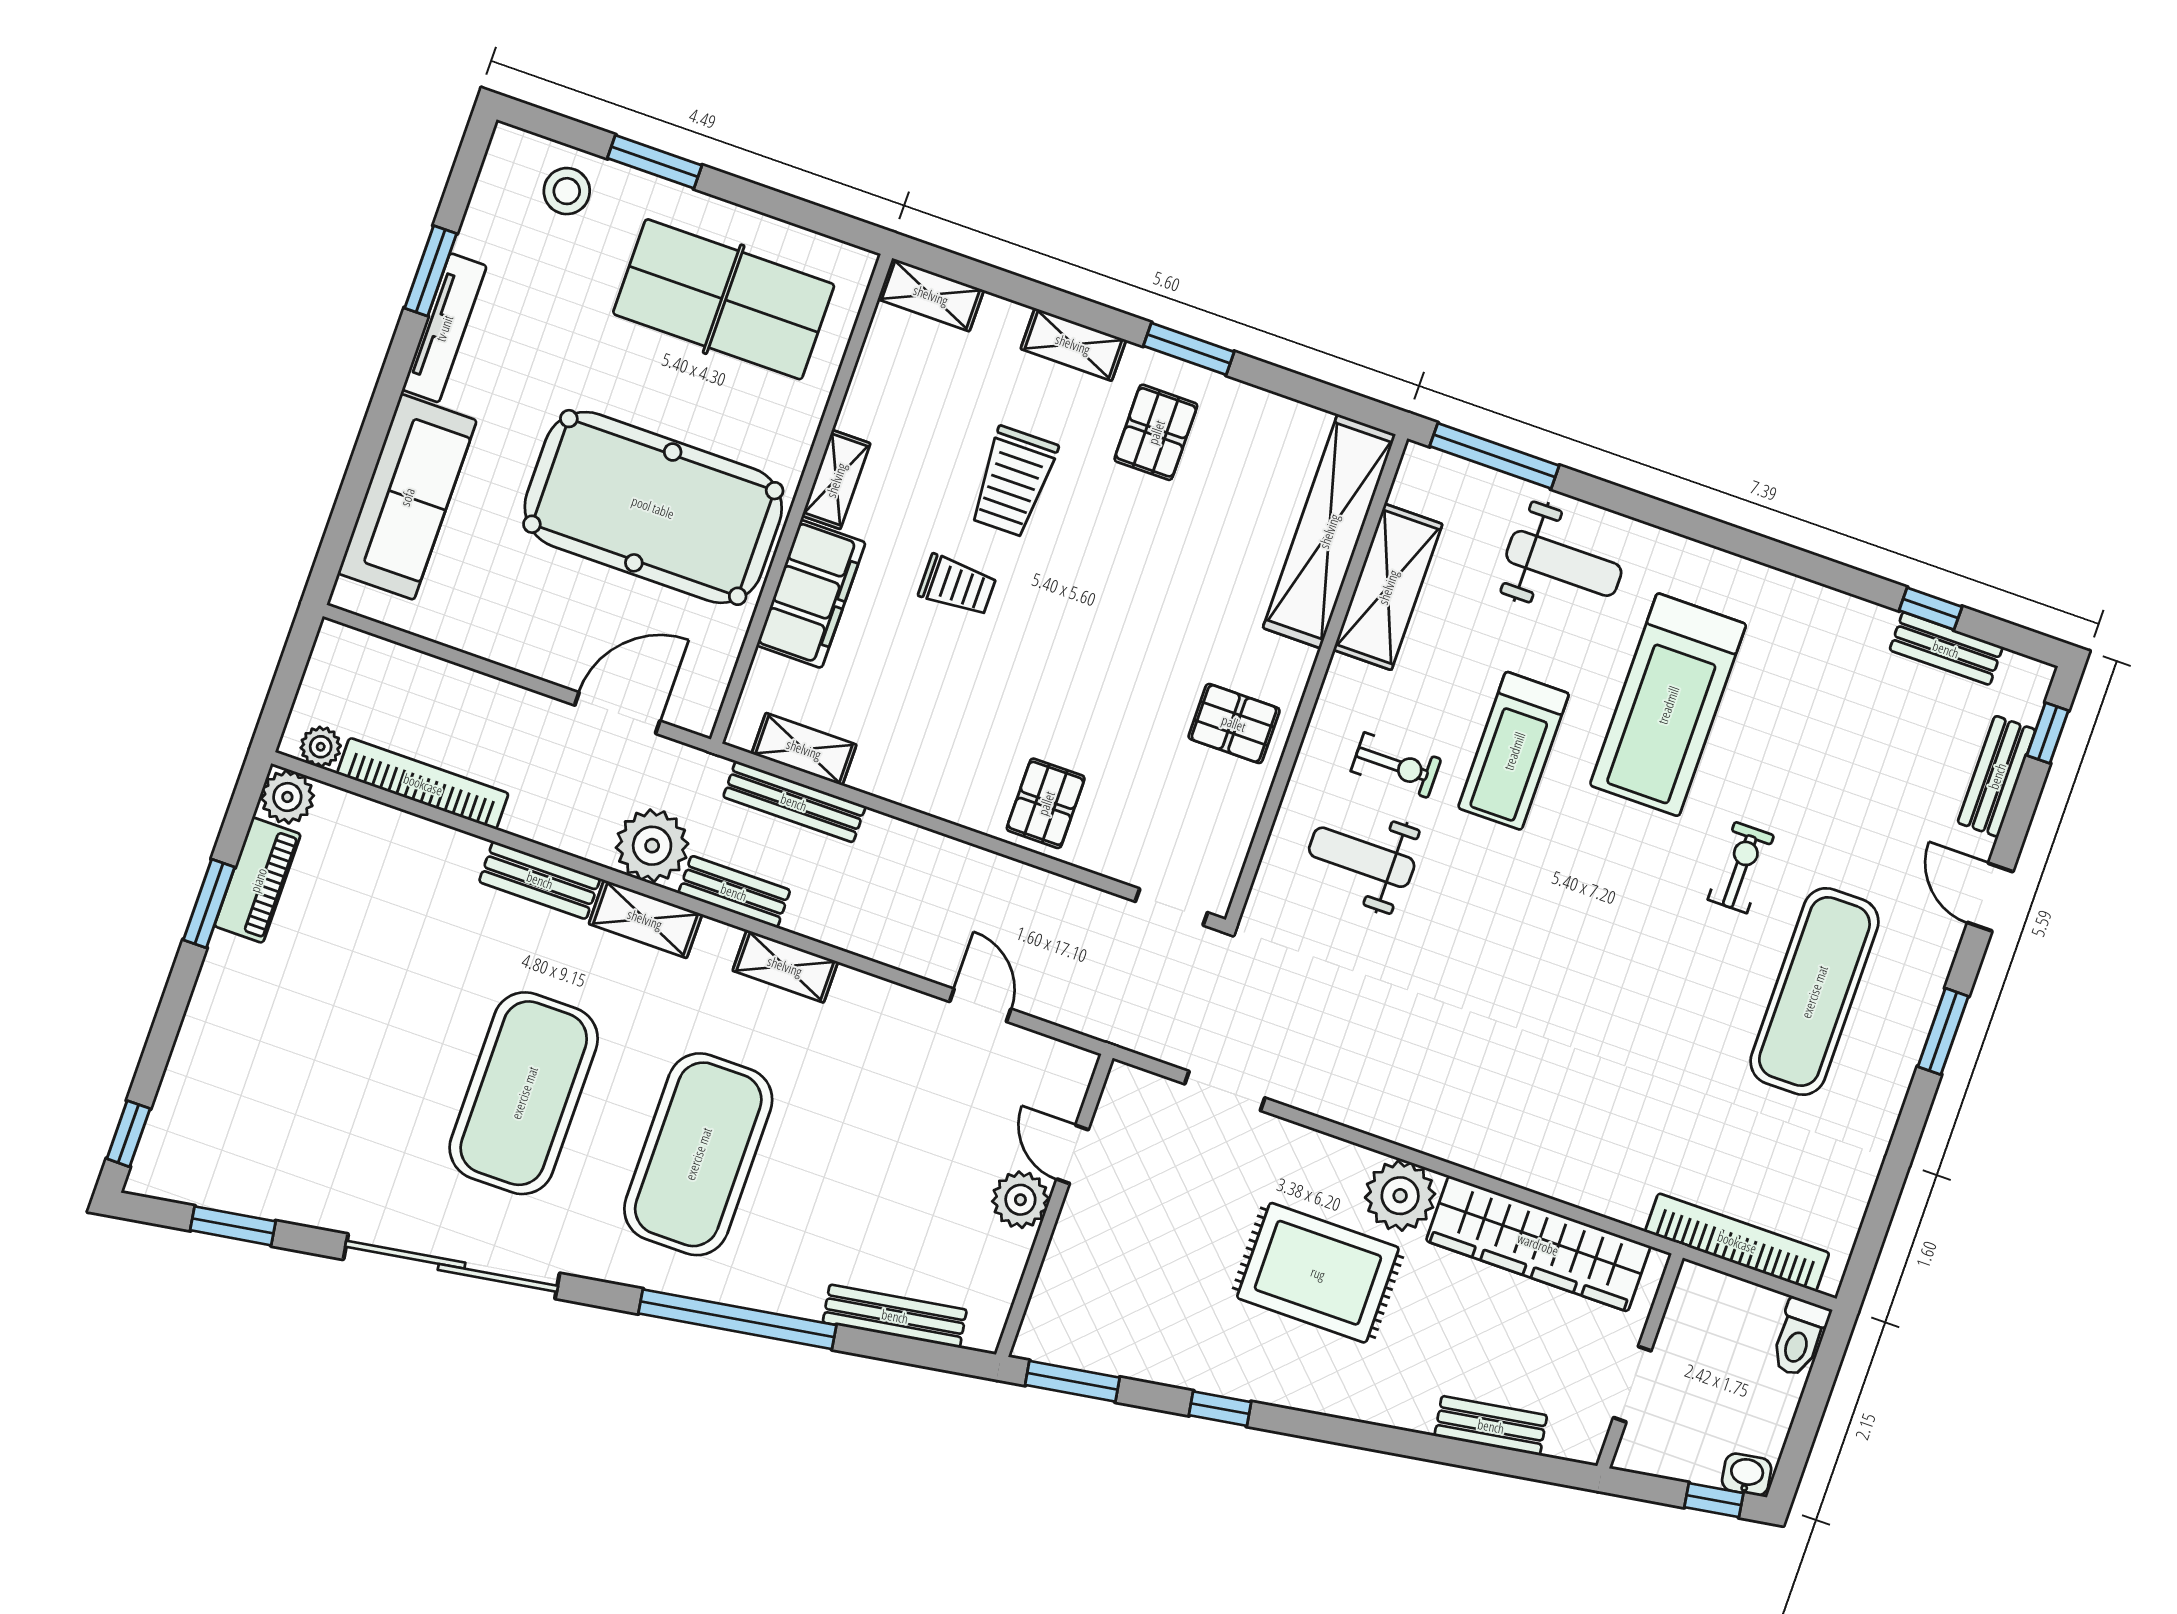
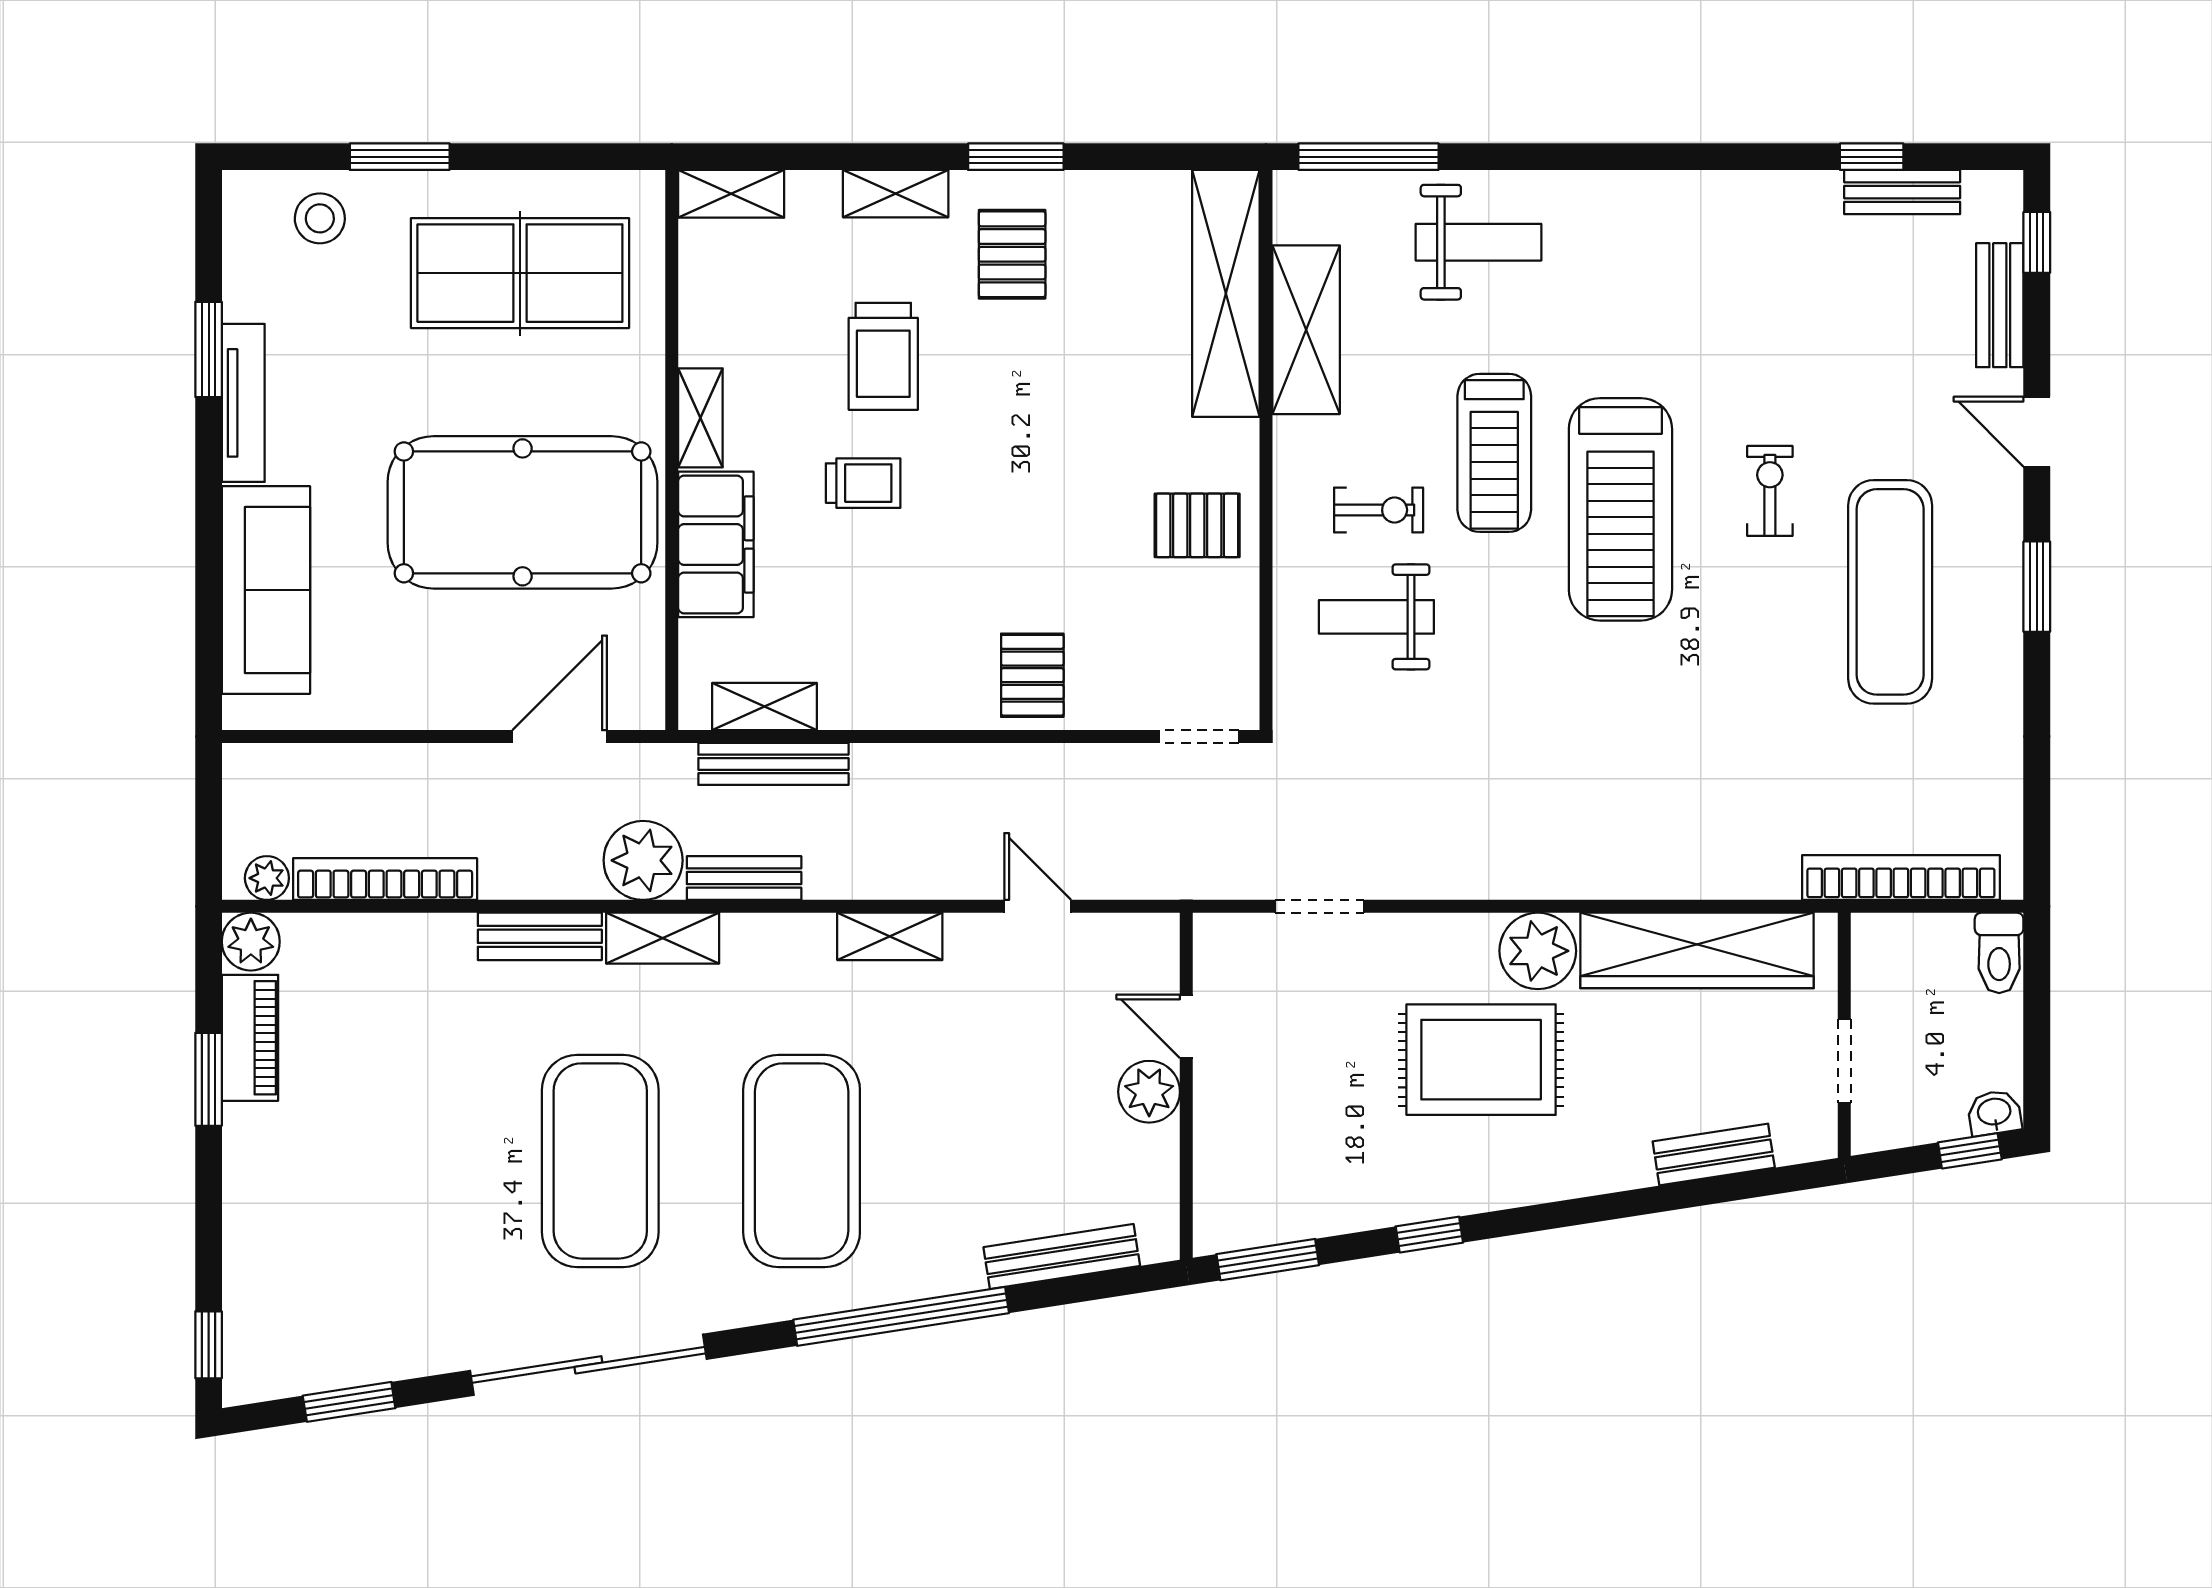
treadmill: (1668, 705) -> (1620, 509), moved
shelving: (785, 966) -> (890, 936), moved

